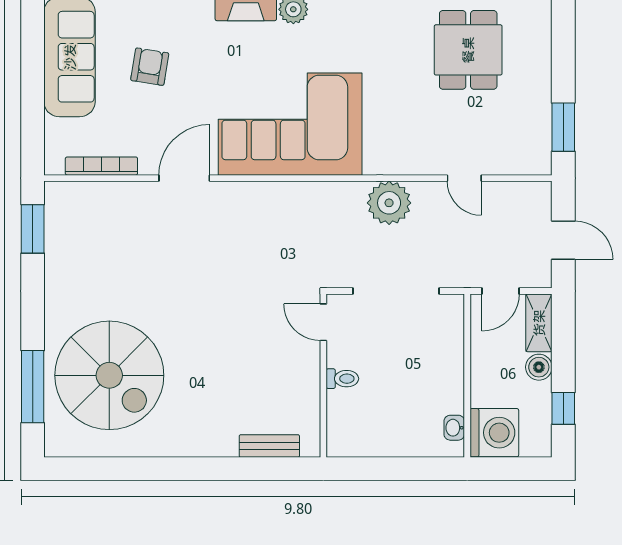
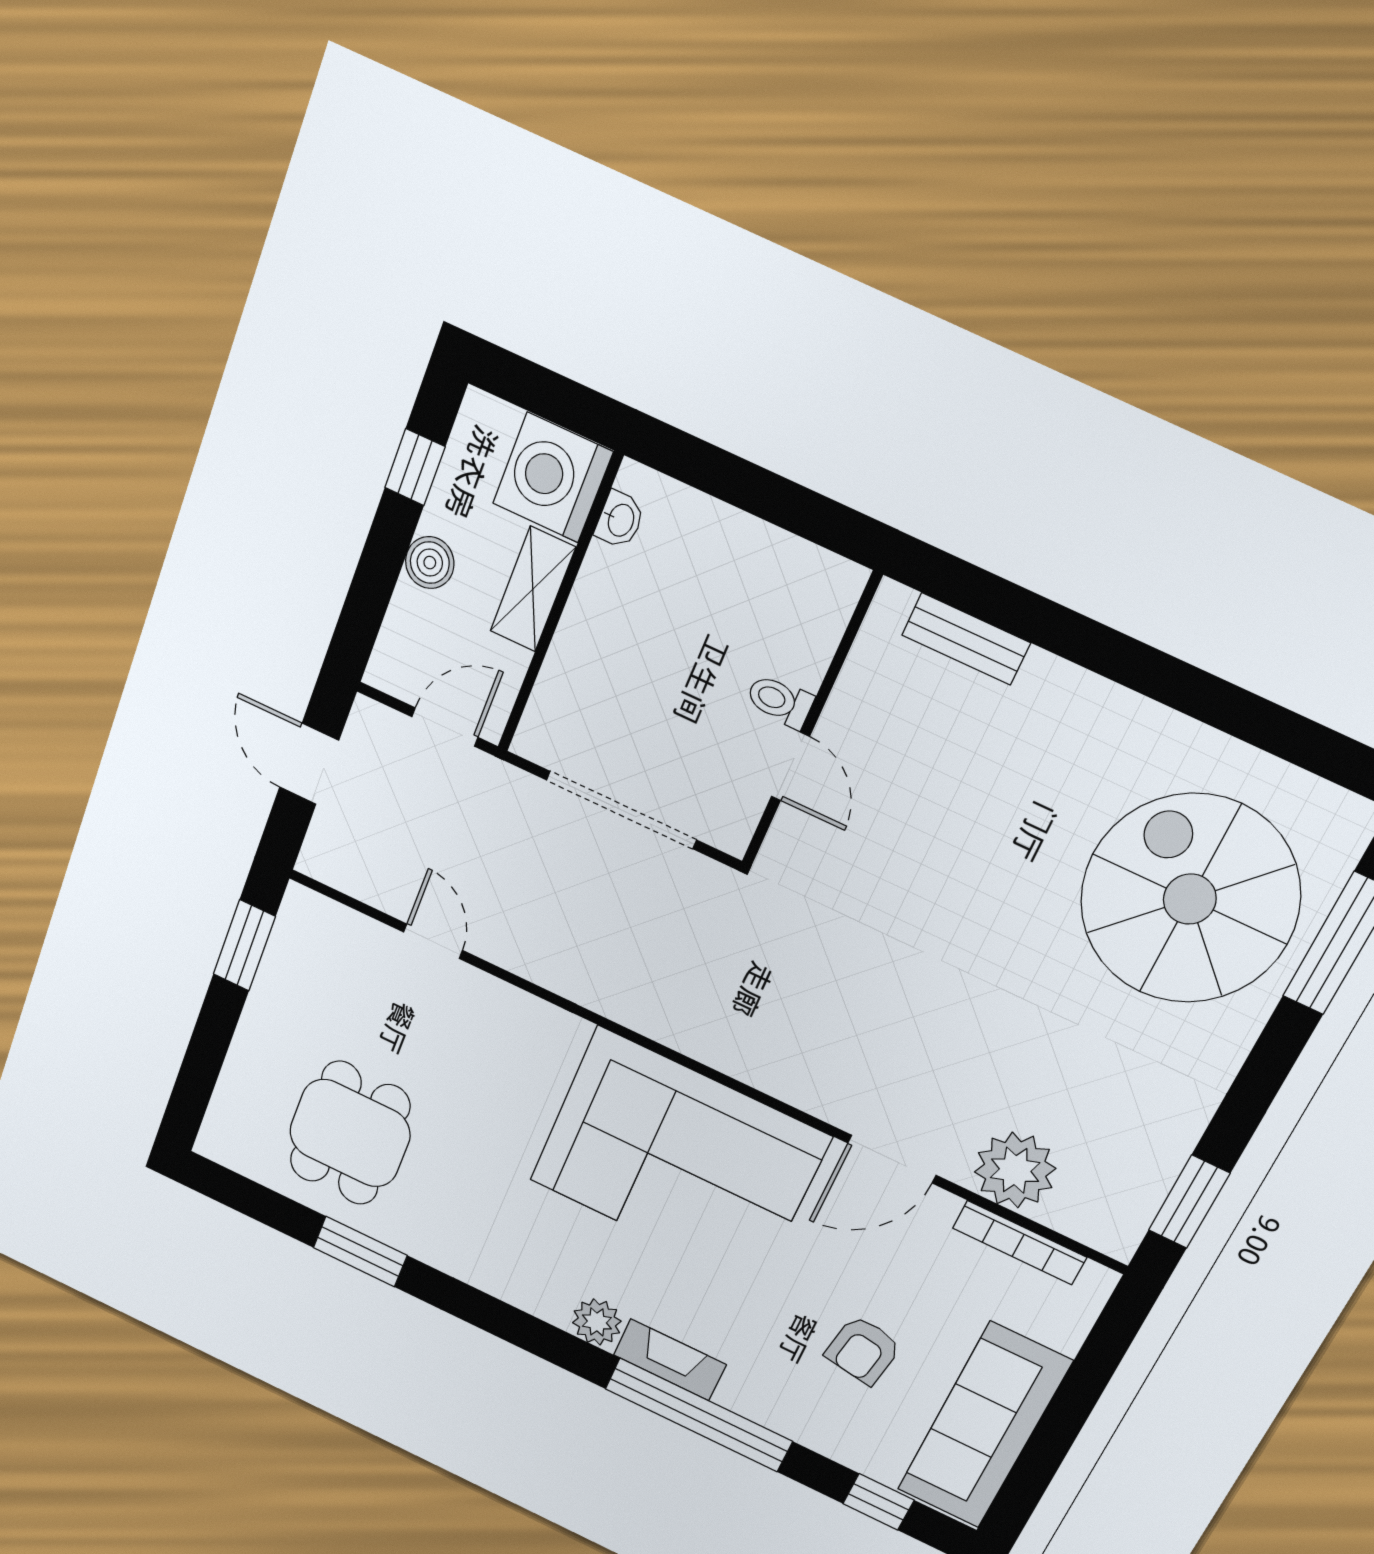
plant: (389, 203) -> (1015, 1170), moved
door: (323, 322) -> (790, 767), moved
shelving: (539, 323) -> (533, 589), moved

